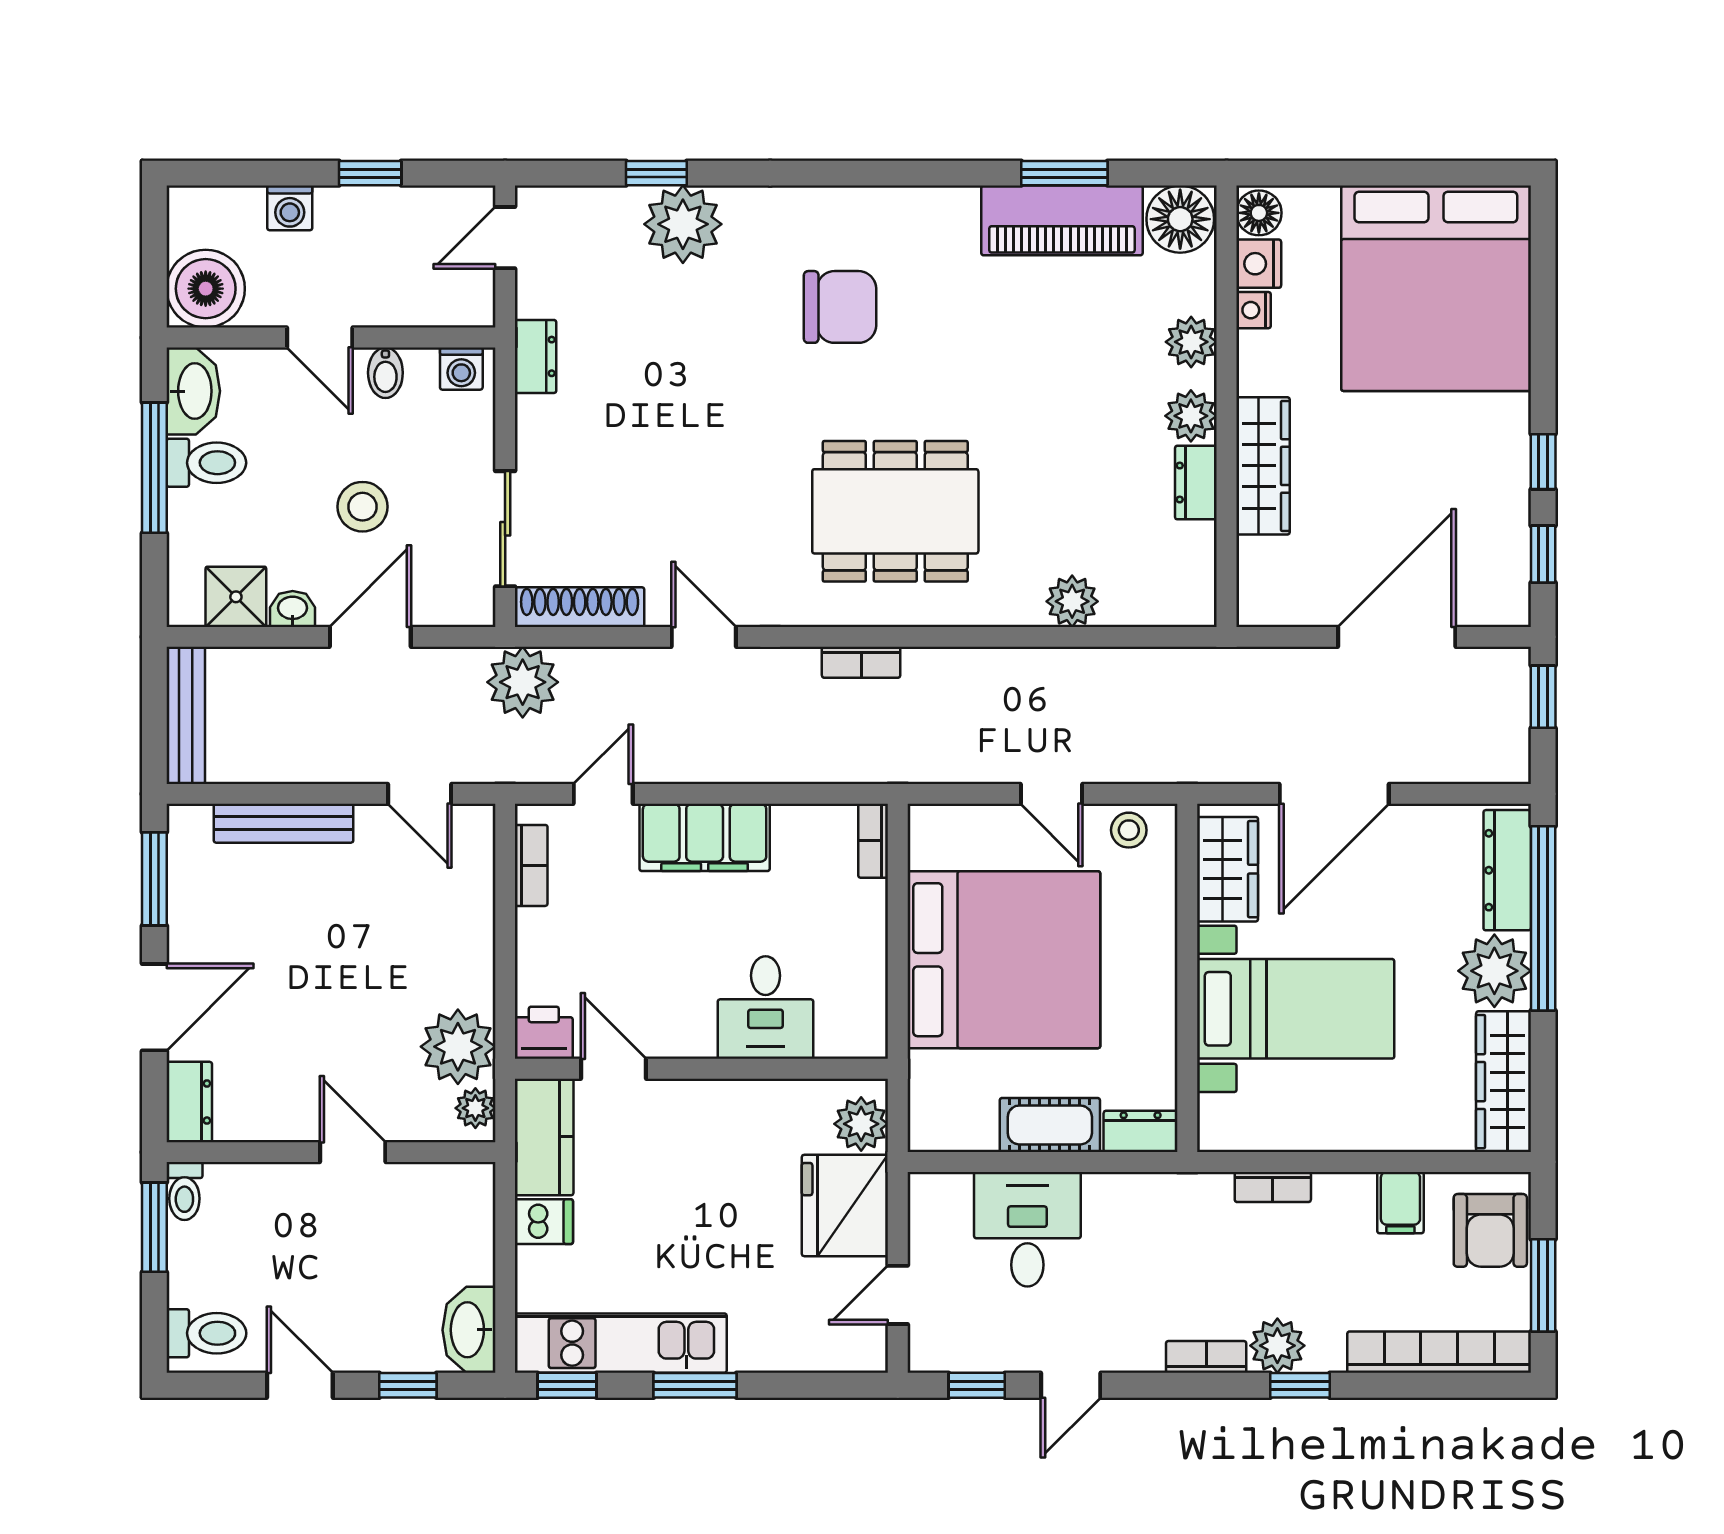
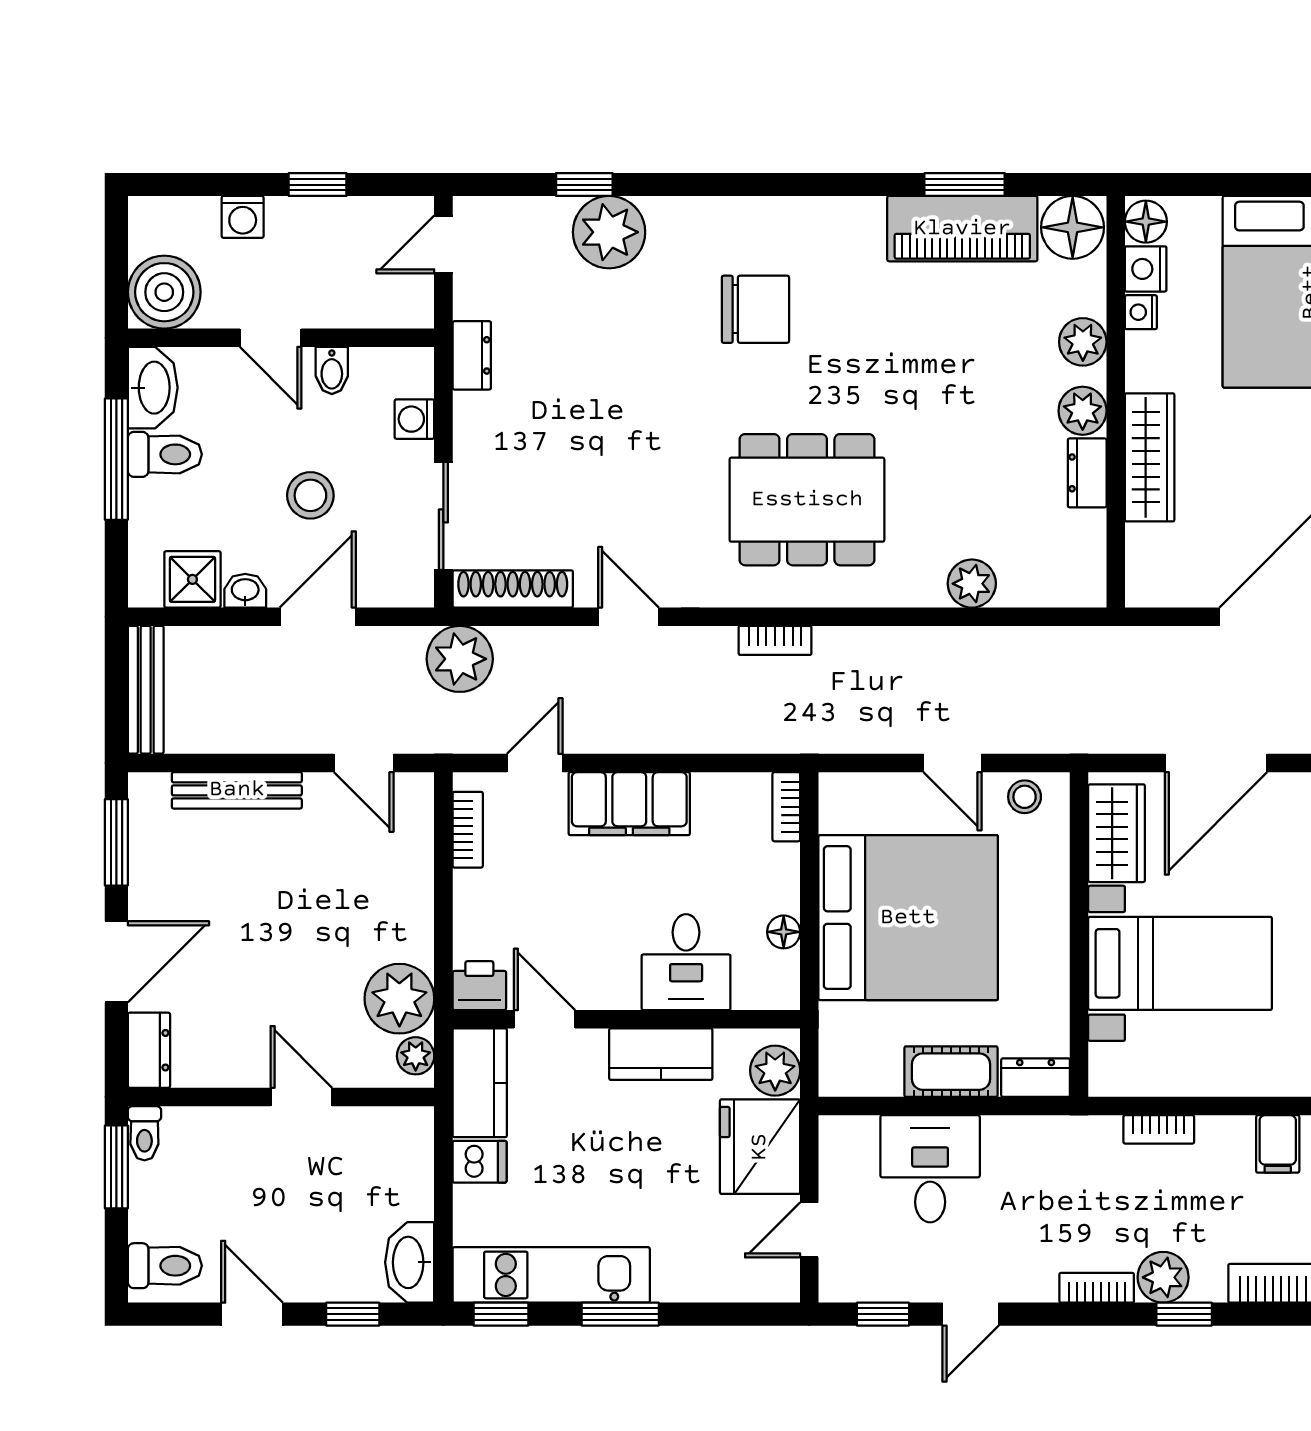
washing machine: (461, 369) -> (414, 419), moved, turned 90
floor lamp: (870, 975) -> (784, 932), added
kitchen counter: (738, 1106) -> (661, 1054), added

